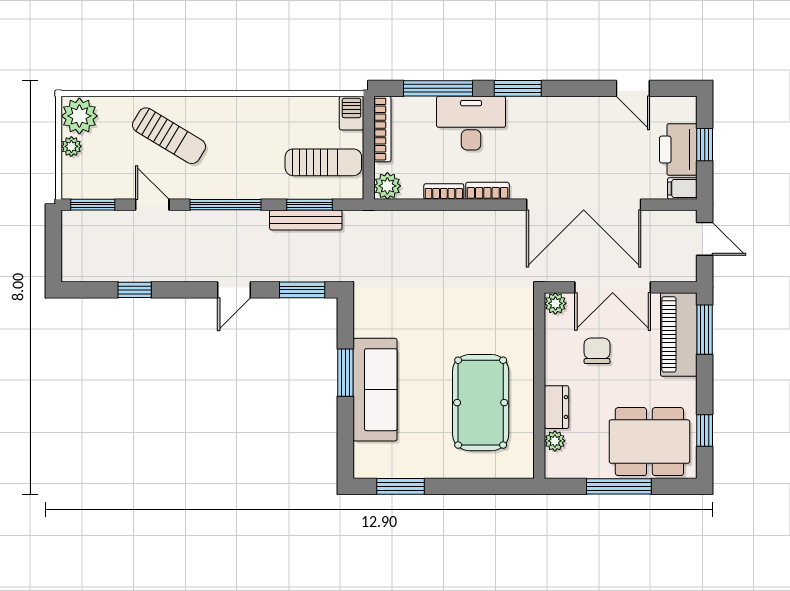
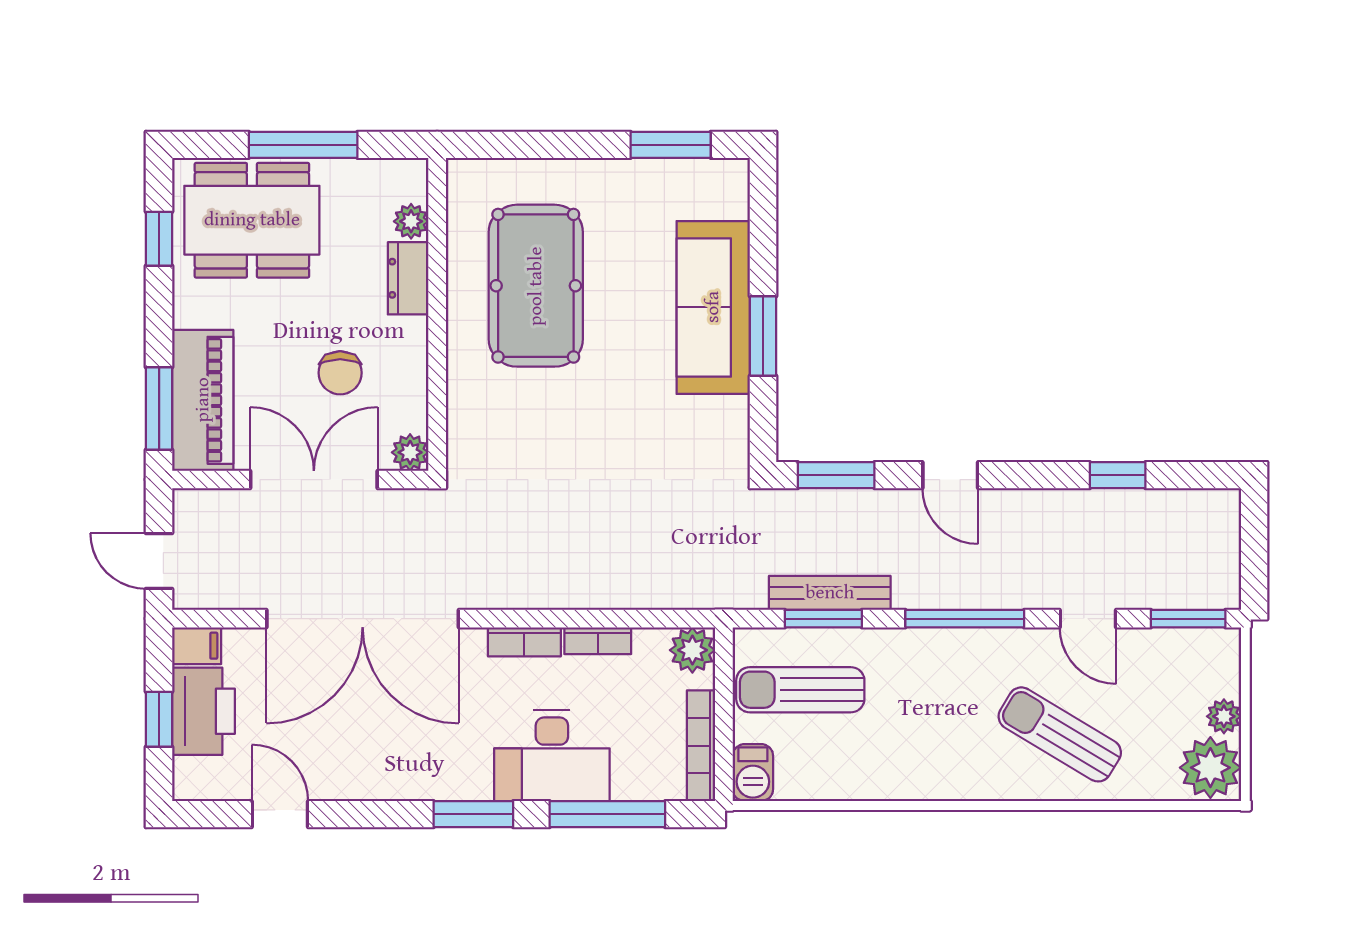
double door: (584, 205) -> (363, 619), swing flipped
door: (234, 290) -> (950, 475), swing flipped

